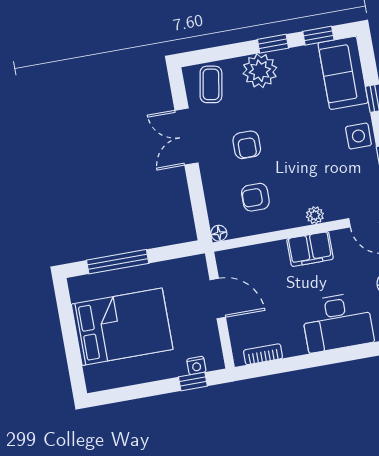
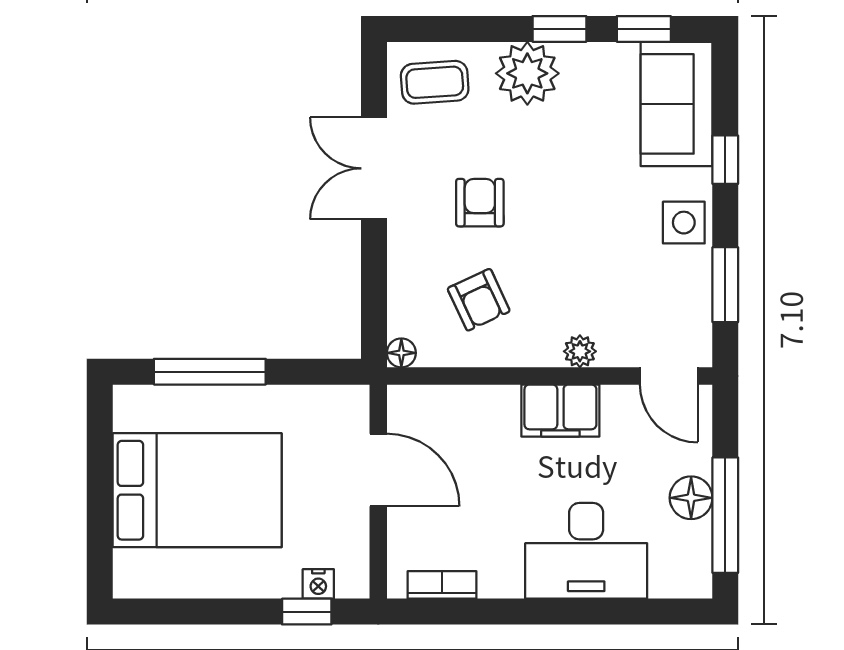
coffee table: (211, 84) -> (435, 82), turned 76
armchair: (247, 145) -> (480, 203), turned 180
armchair: (255, 197) -> (479, 300), turned -115

